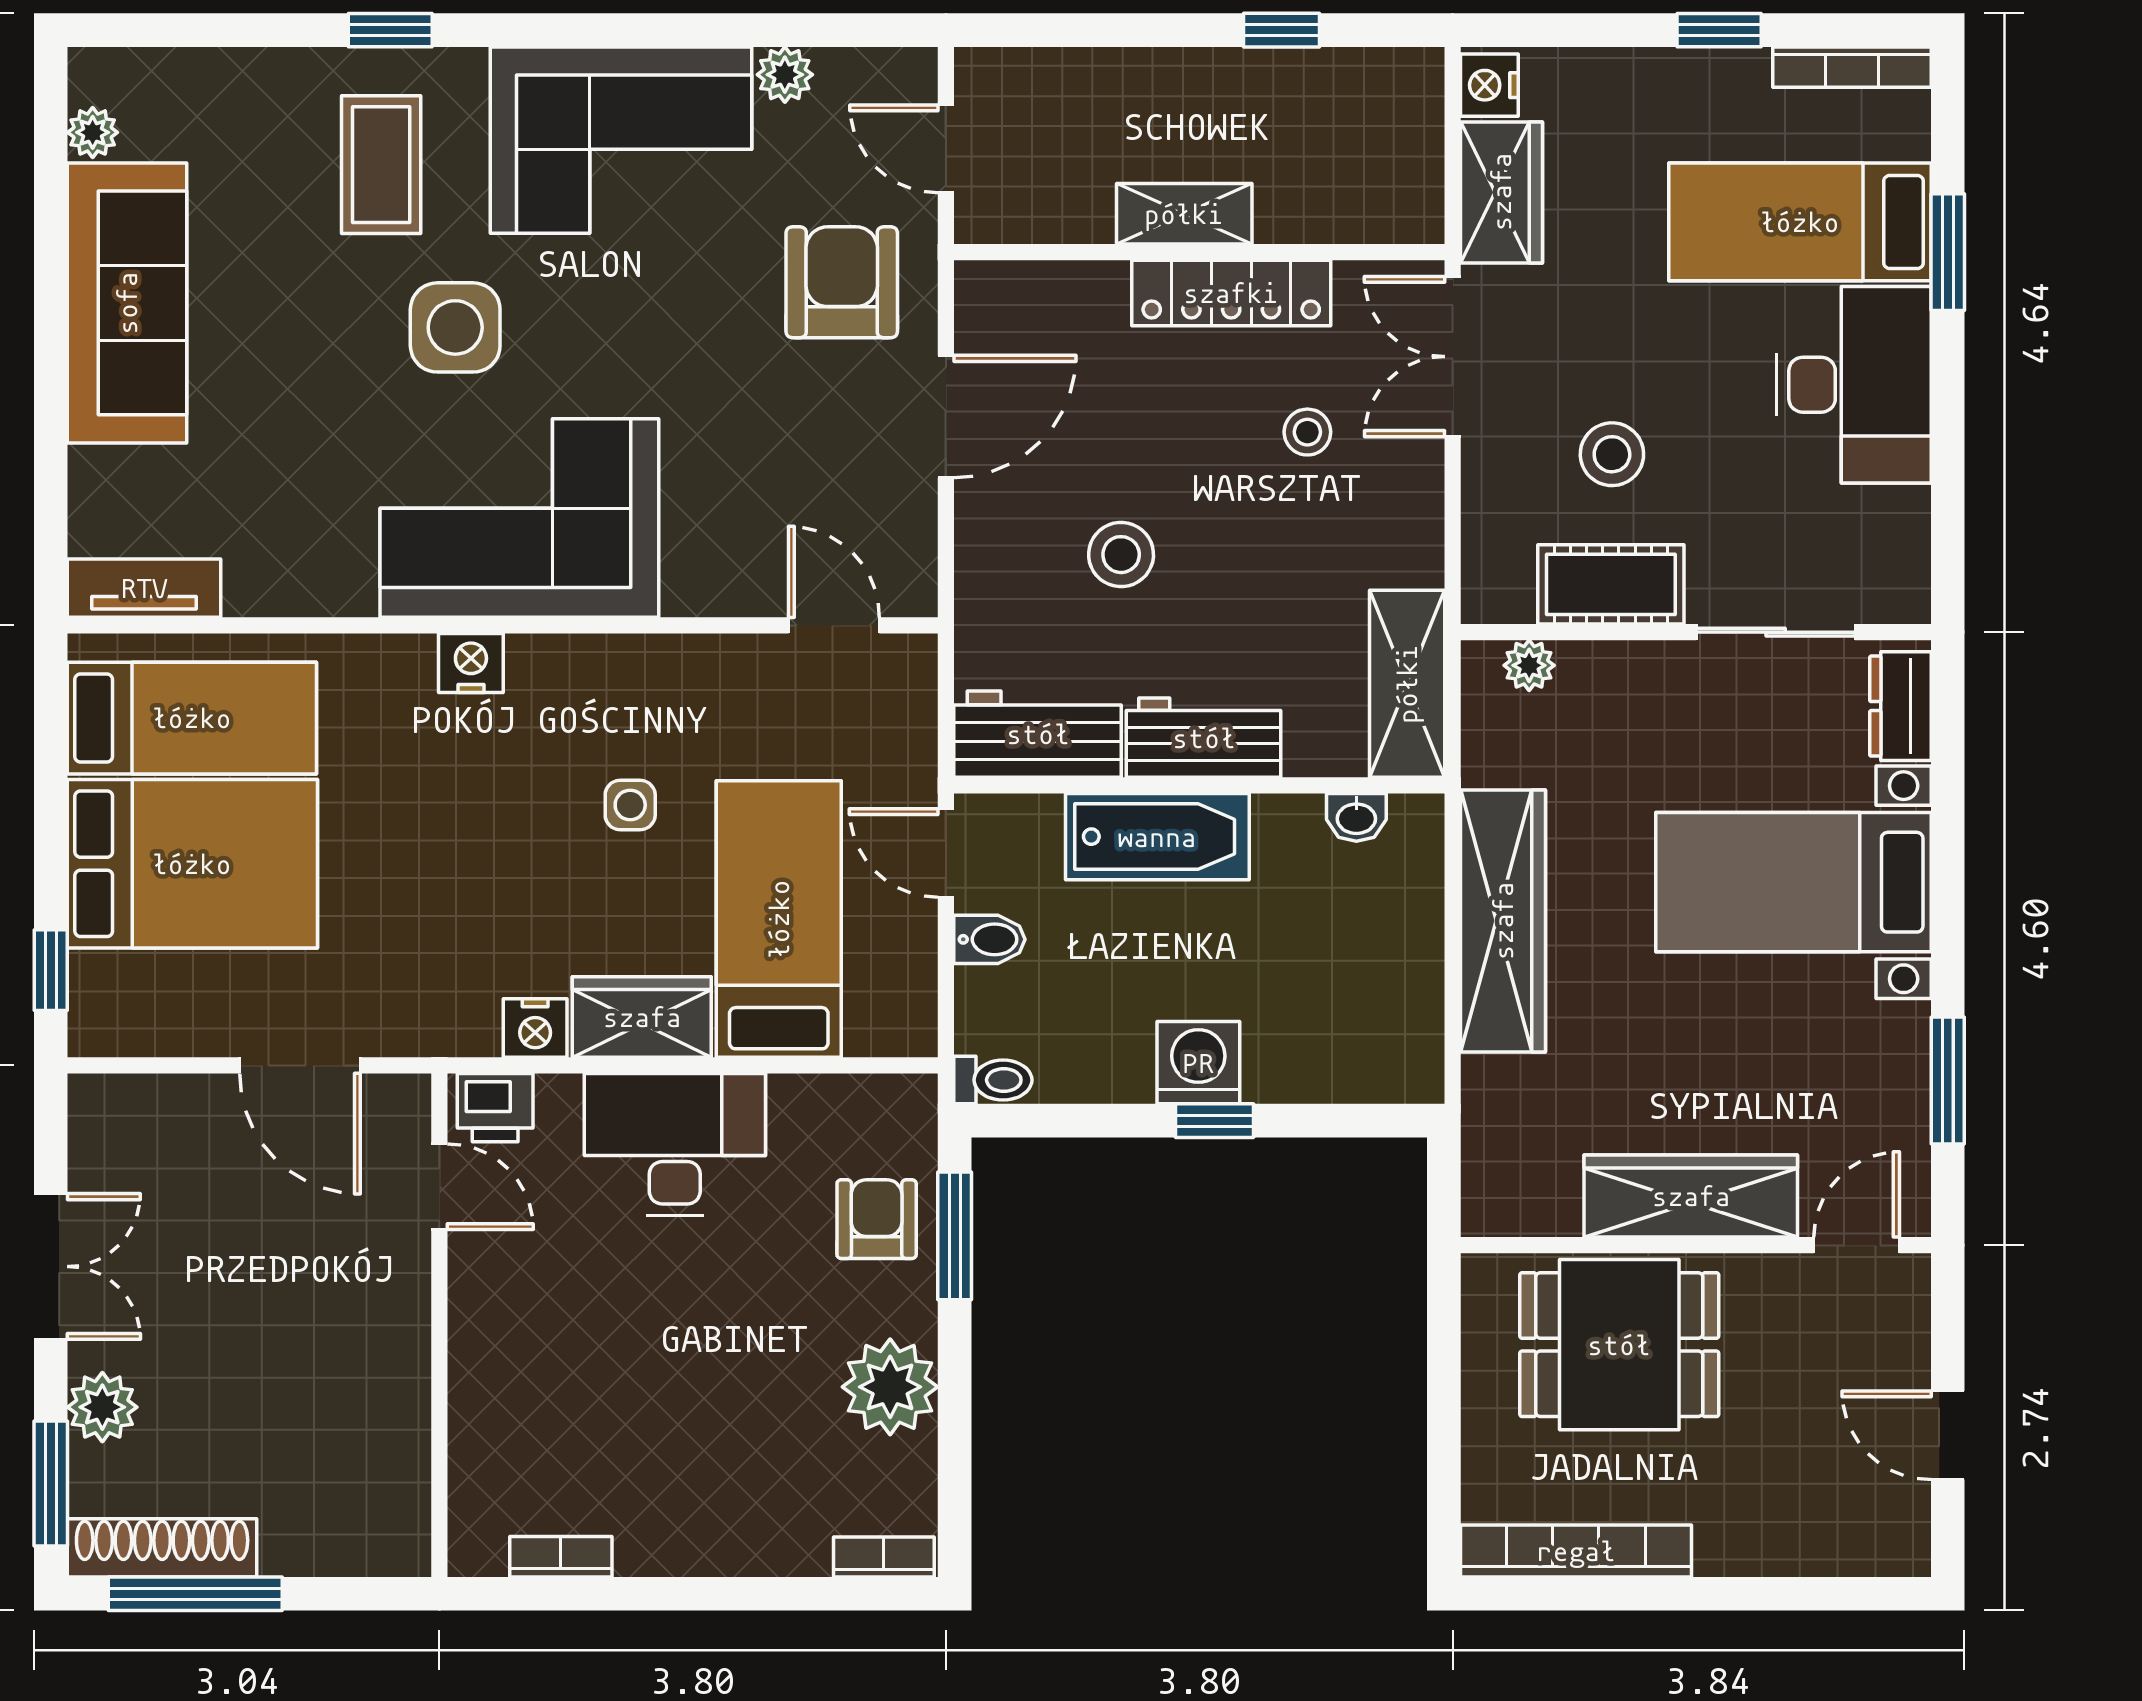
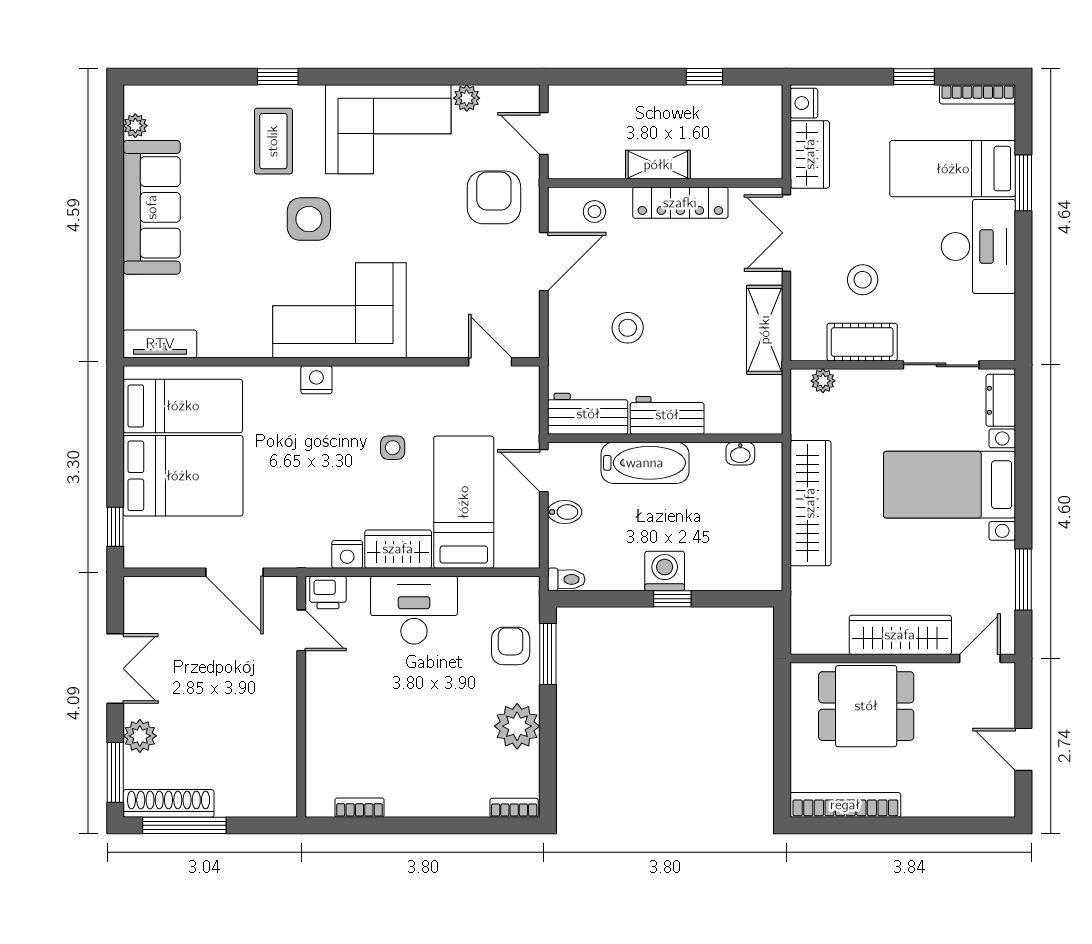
stool: (1307, 432) -> (594, 212), moved
shelving: (1407, 684) -> (765, 330), moved

